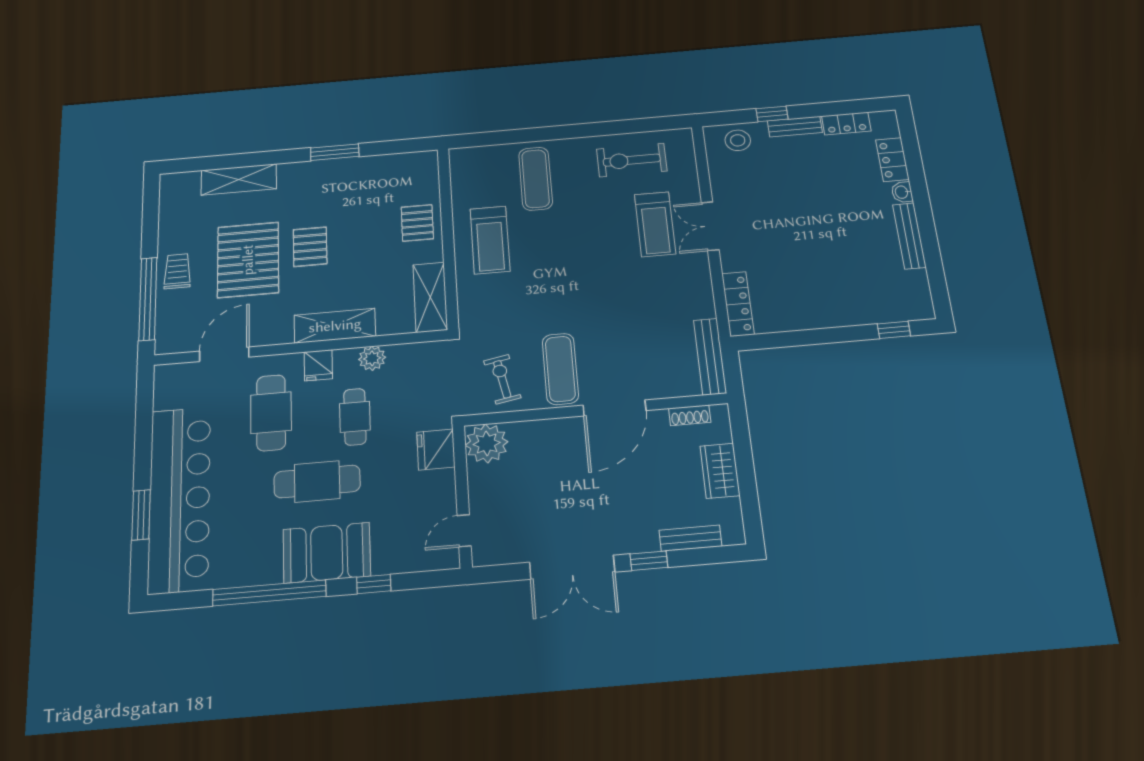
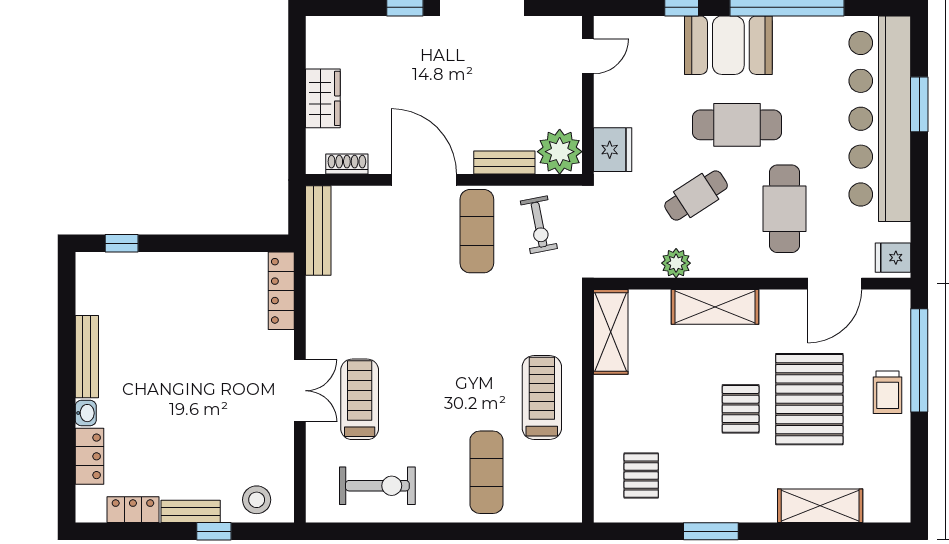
pallet: (417, 223) -> (641, 476), moved
fridge: (318, 365) -> (893, 258), moved, turned -90
door: (614, 408) -> (424, 180), hinge flipped
cafe table: (355, 417) -> (696, 196), turned 57
bench: (690, 538) -> (504, 163), moved

